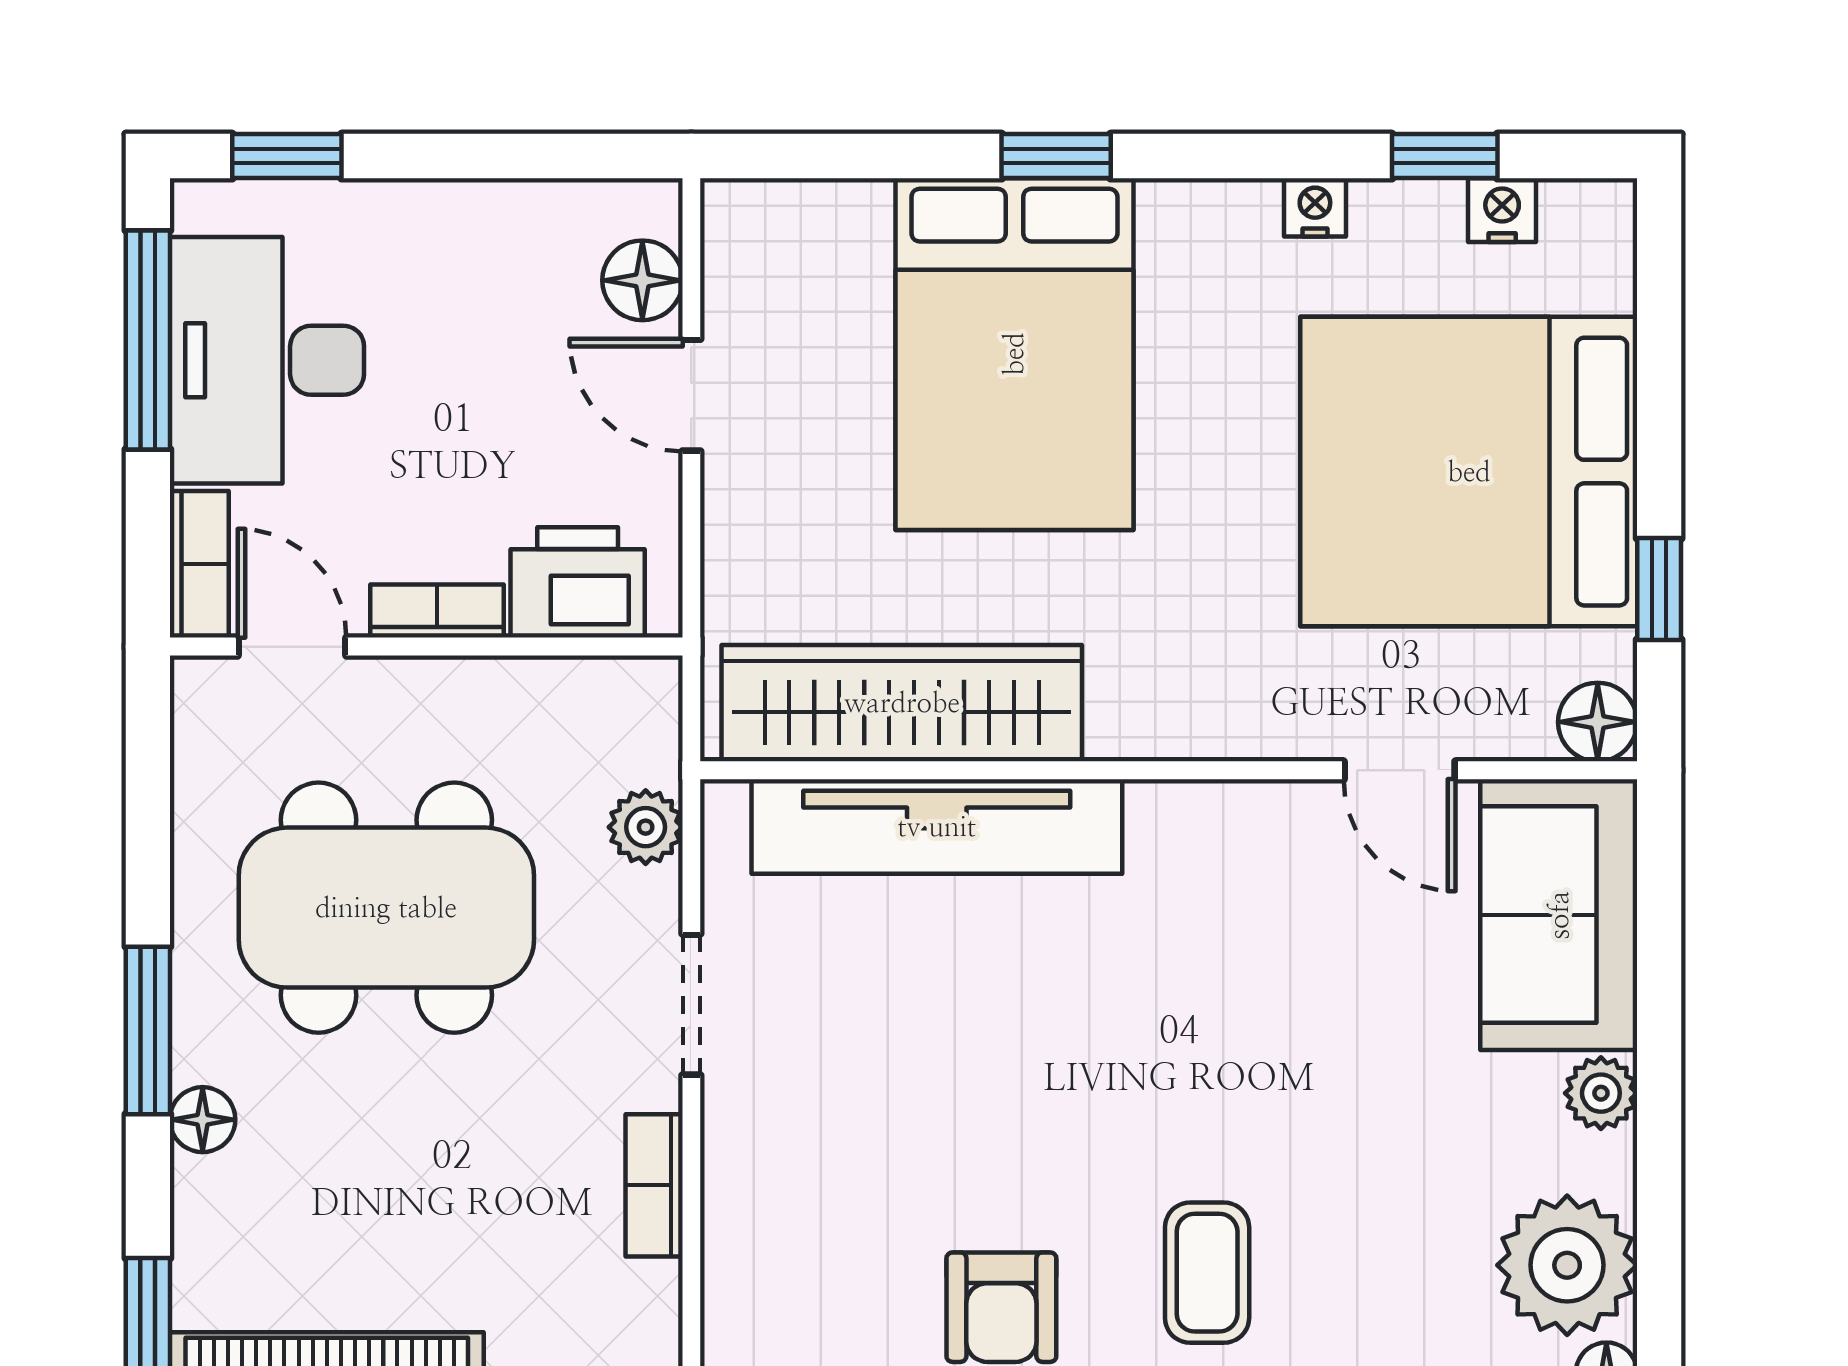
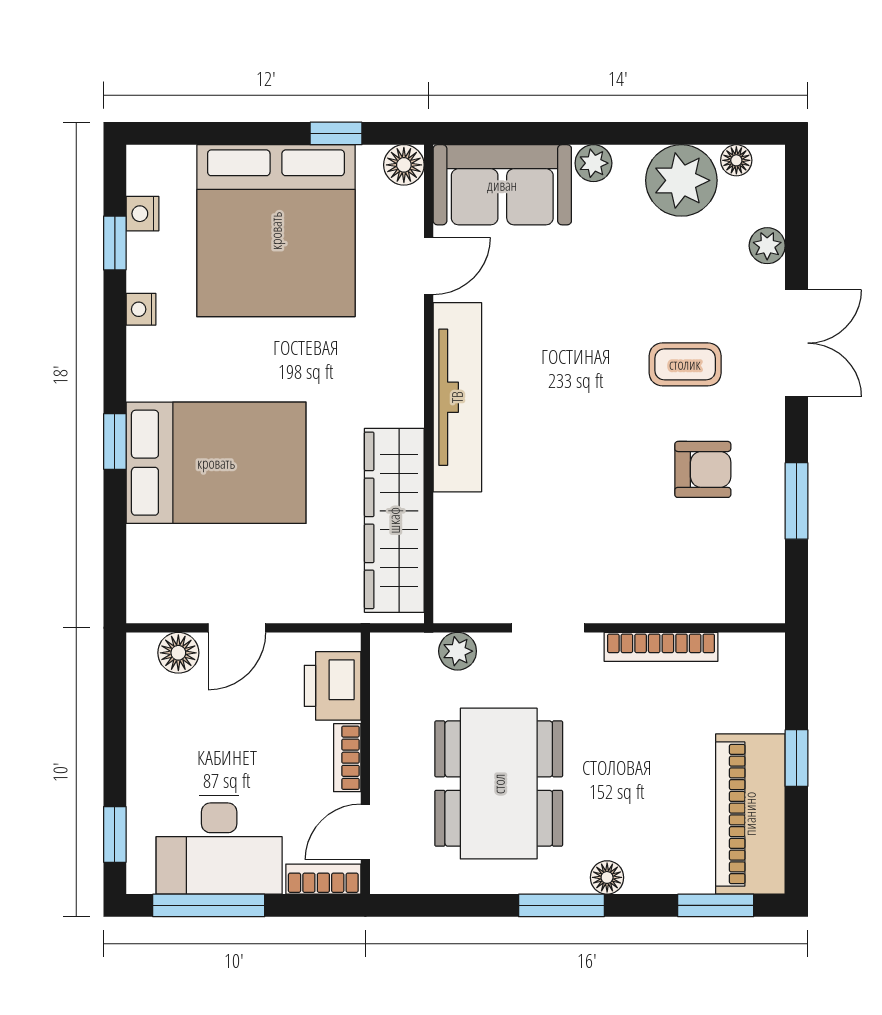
tv unit: (937, 827) -> (457, 397), moved
bookcase: (654, 1185) -> (661, 647), width x1.56

